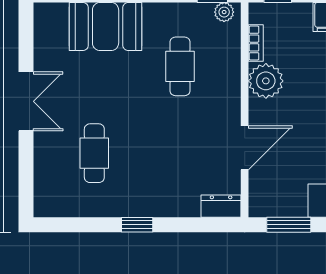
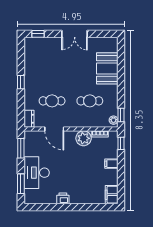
cafe table: (94, 153) -> (52, 101), moved
window: (26, 185) -> (38, 34), added

